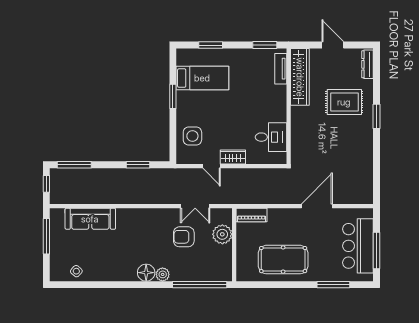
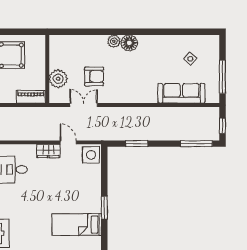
side table: (192, 136) -> (91, 155), moved
side table: (76, 271) -> (190, 59), moved
window: (200, 285) -> (79, 32), removed

